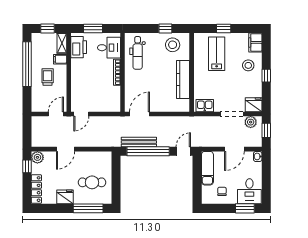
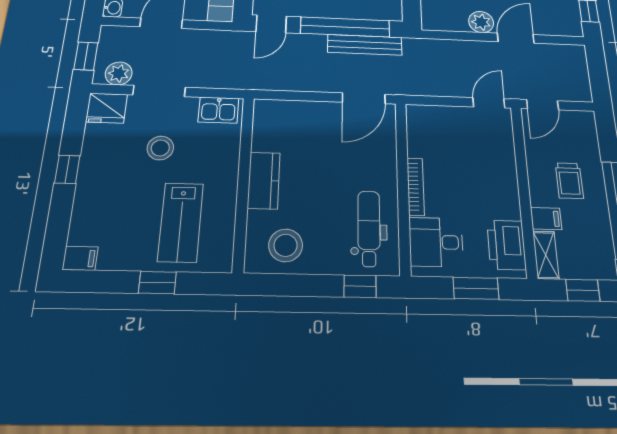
window: (165, 28) -> (360, 286), moved
filing cabinet: (255, 42) -> (80, 258), width x0.50
stool: (248, 65) -> (160, 148), moved
kitchen counter: (183, 79) -> (264, 180), width x0.67
plant: (37, 157) -> (481, 22), moved

